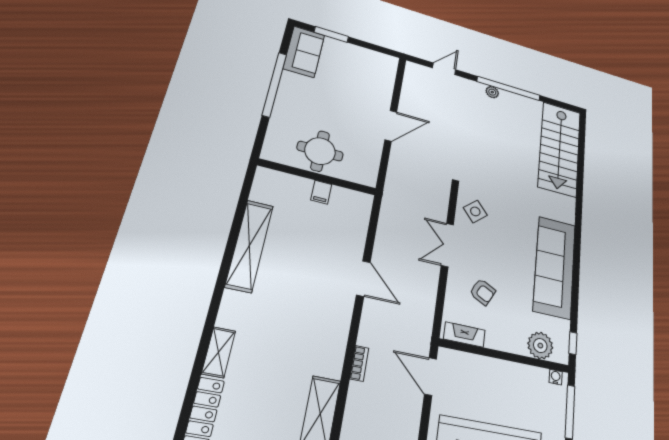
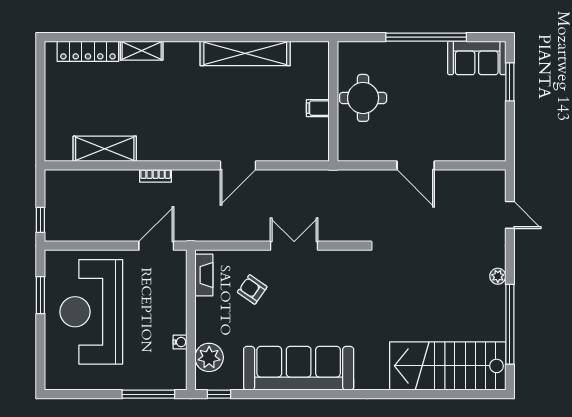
window: (509, 89) -> (510, 324), moved
side table: (475, 211) -> (340, 272), removed
armchair: (483, 292) -> (252, 289), turned 98
water cooler: (556, 377) -> (180, 342), moved

